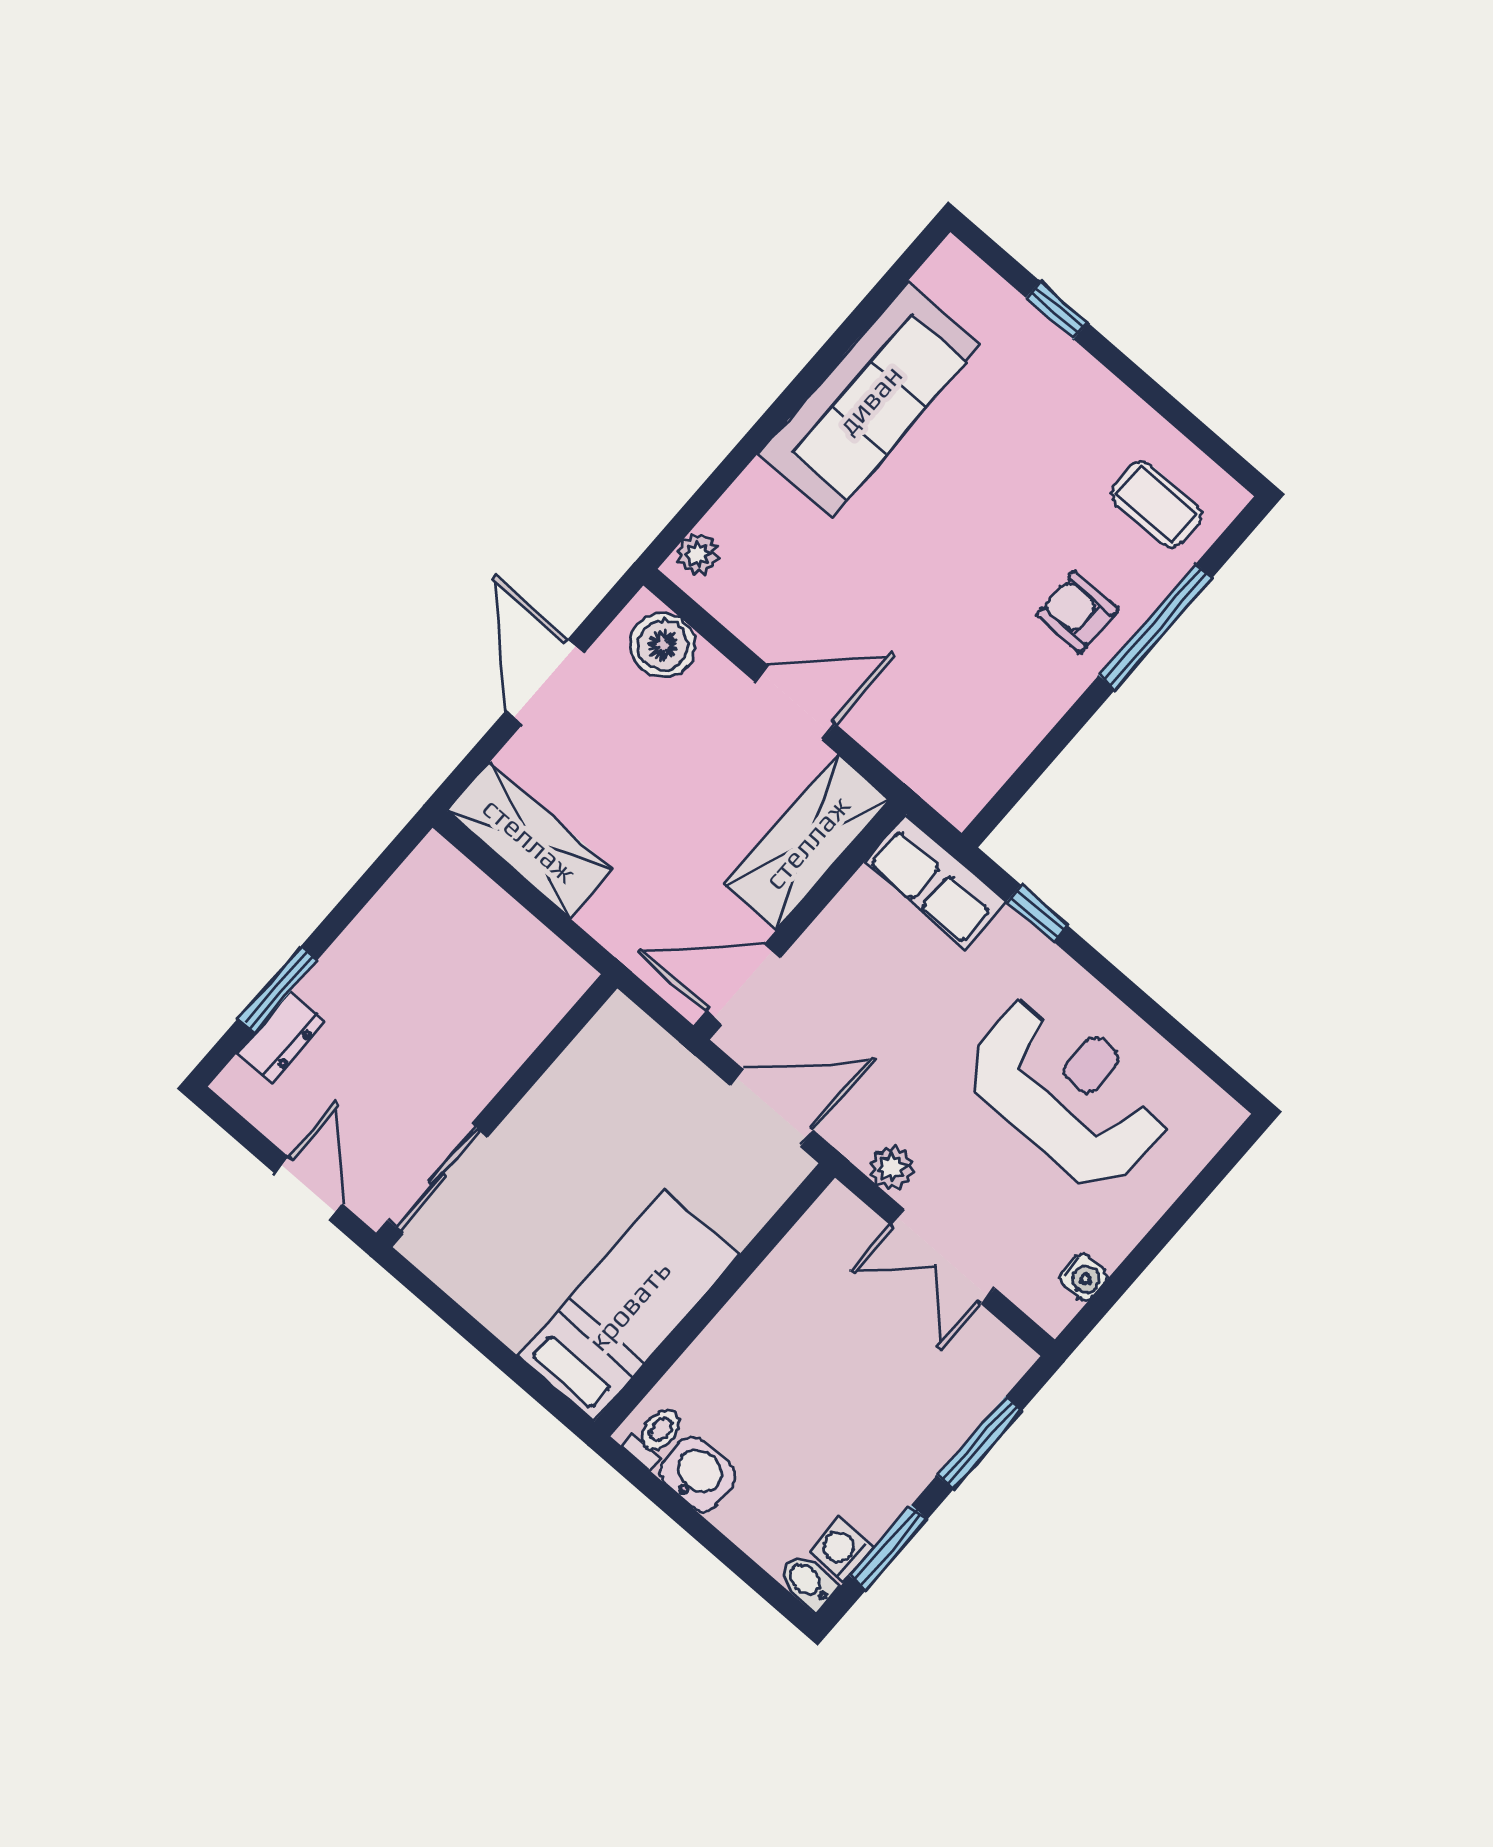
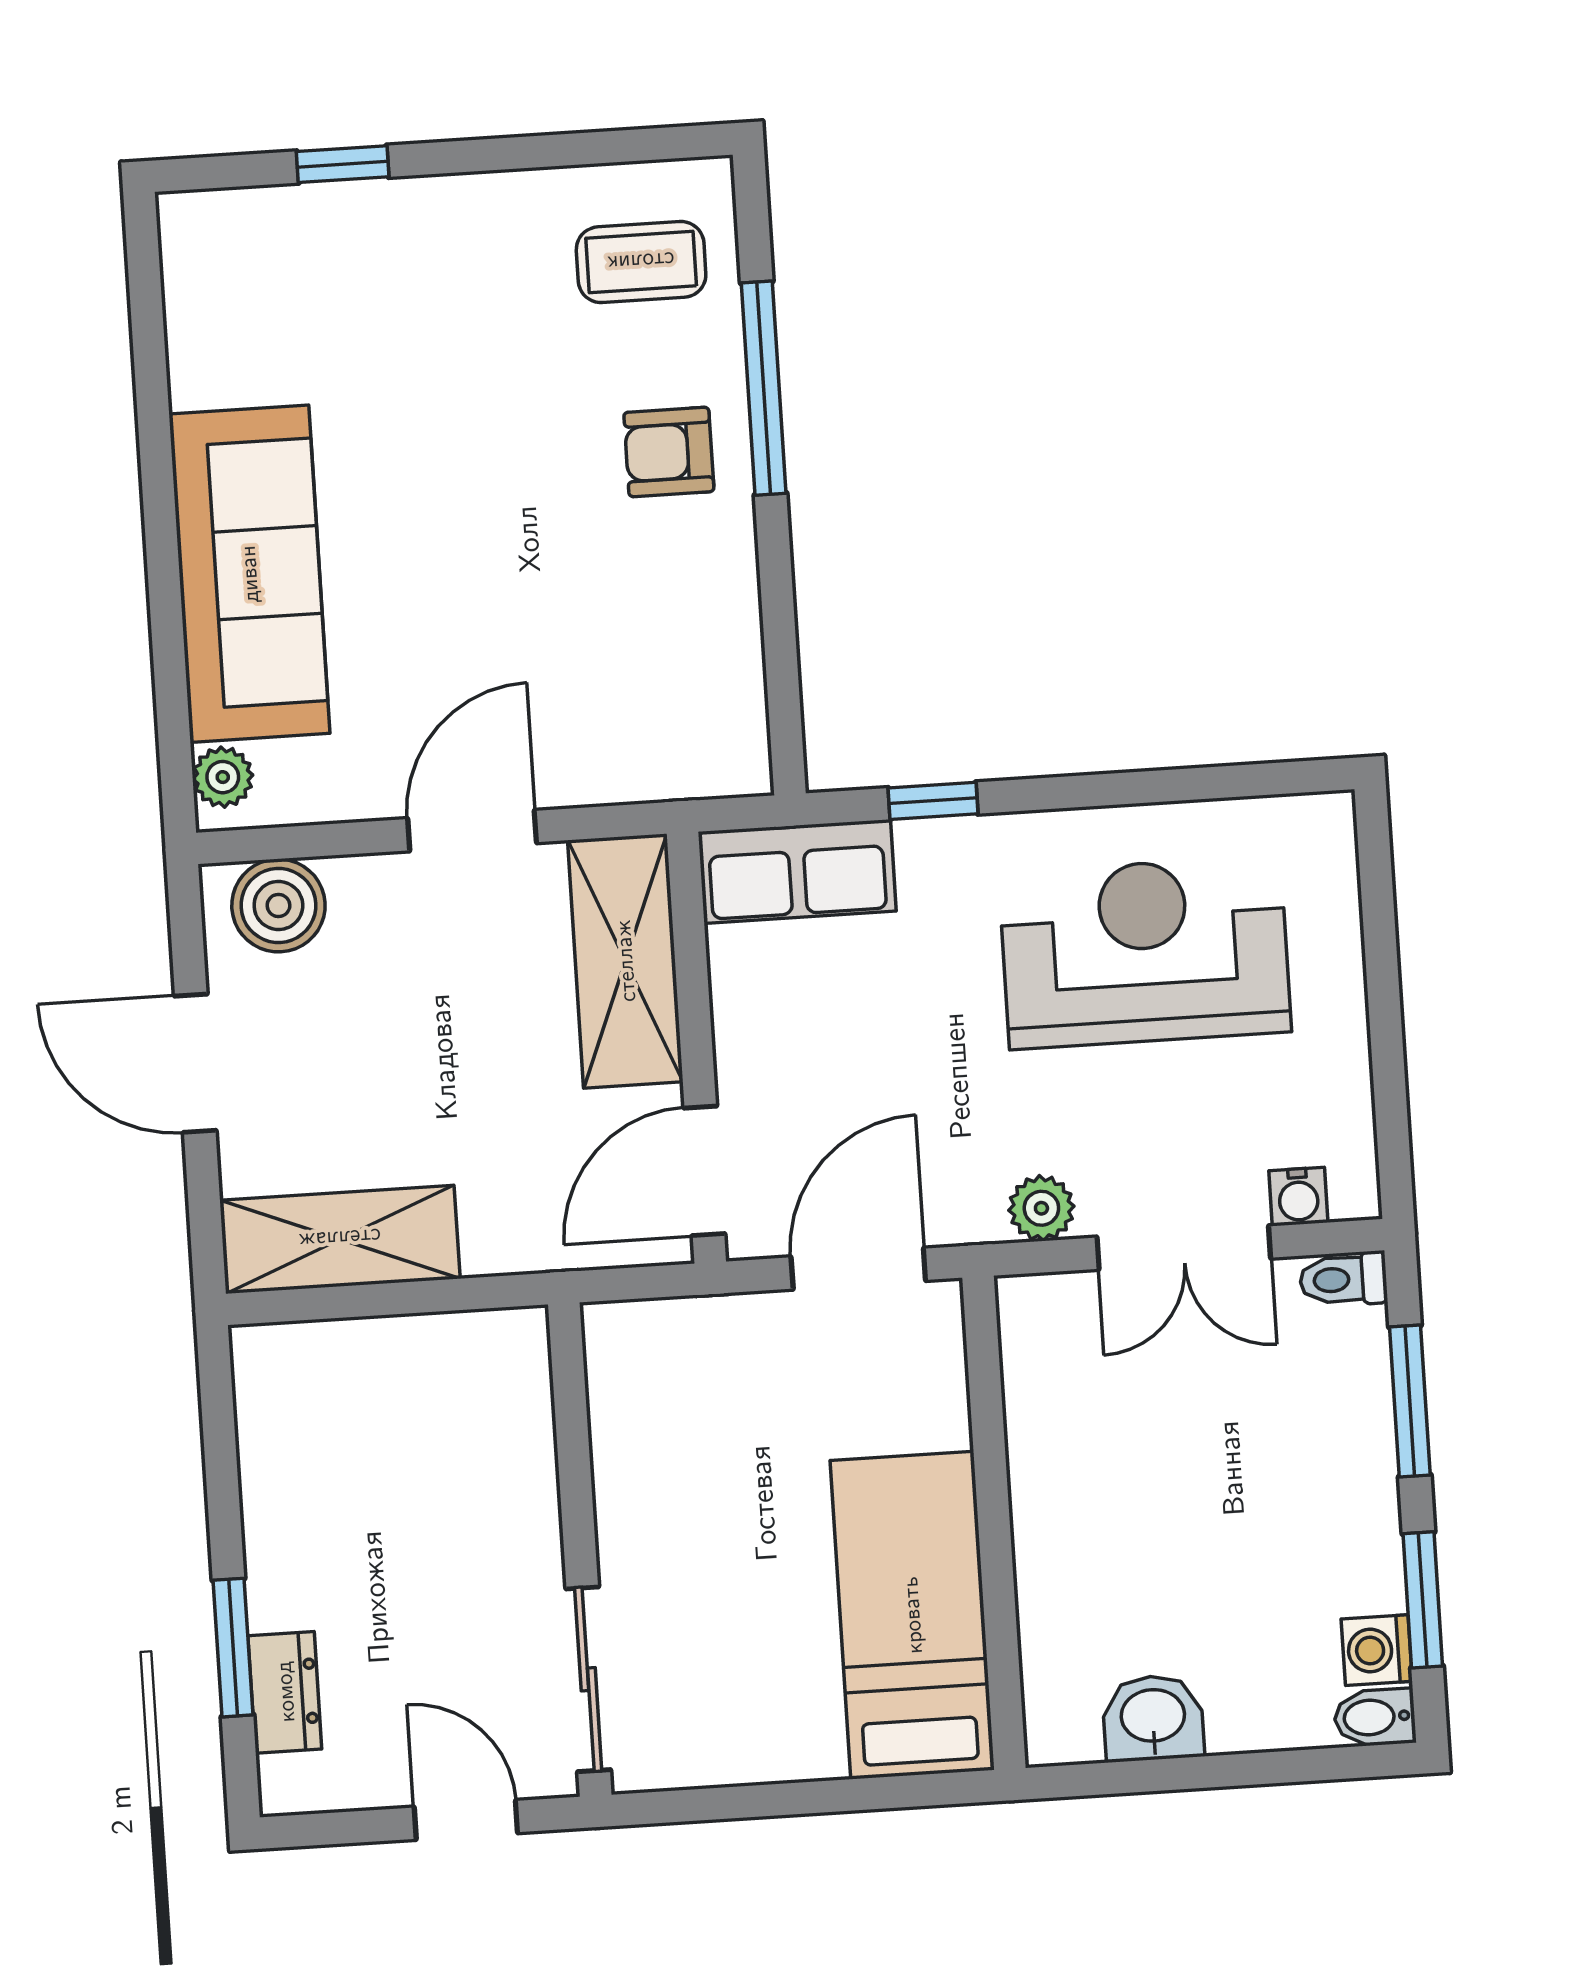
sofa: (870, 399) -> (249, 574), moved
water cooler: (1083, 1277) -> (1298, 1197), moved, turned 90
toilet: (655, 1436) -> (1343, 1279), moved, turned -90

